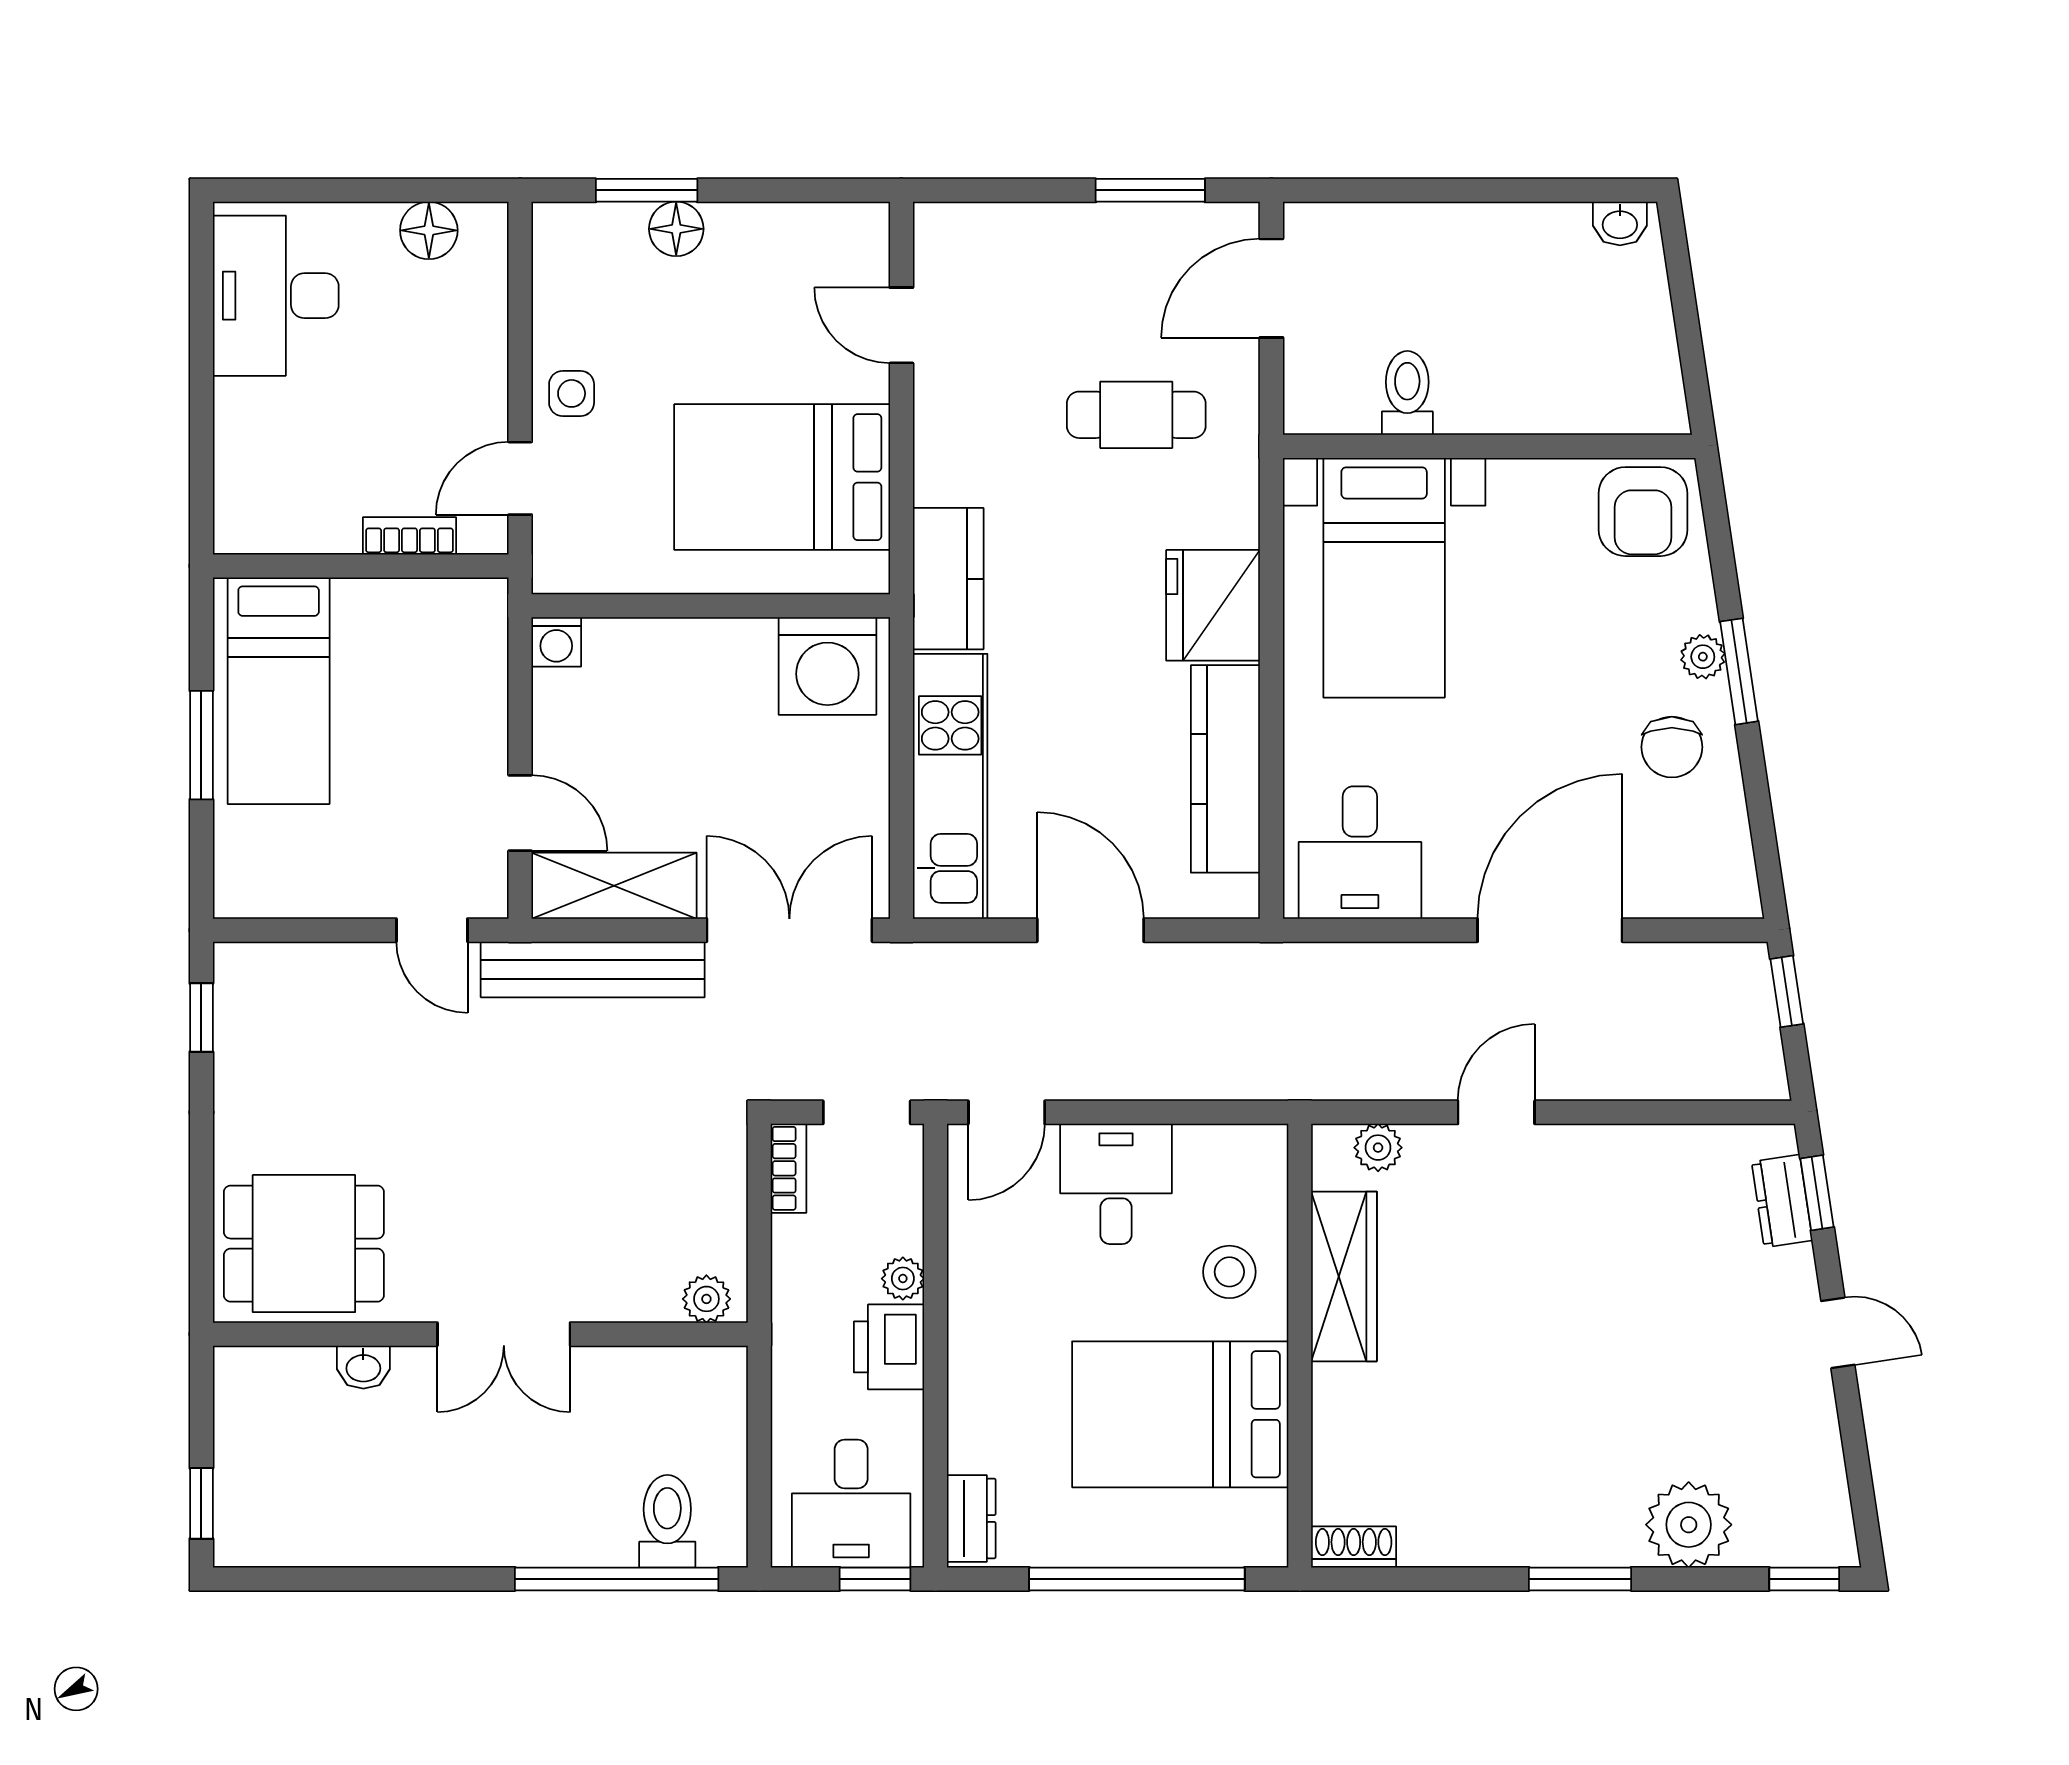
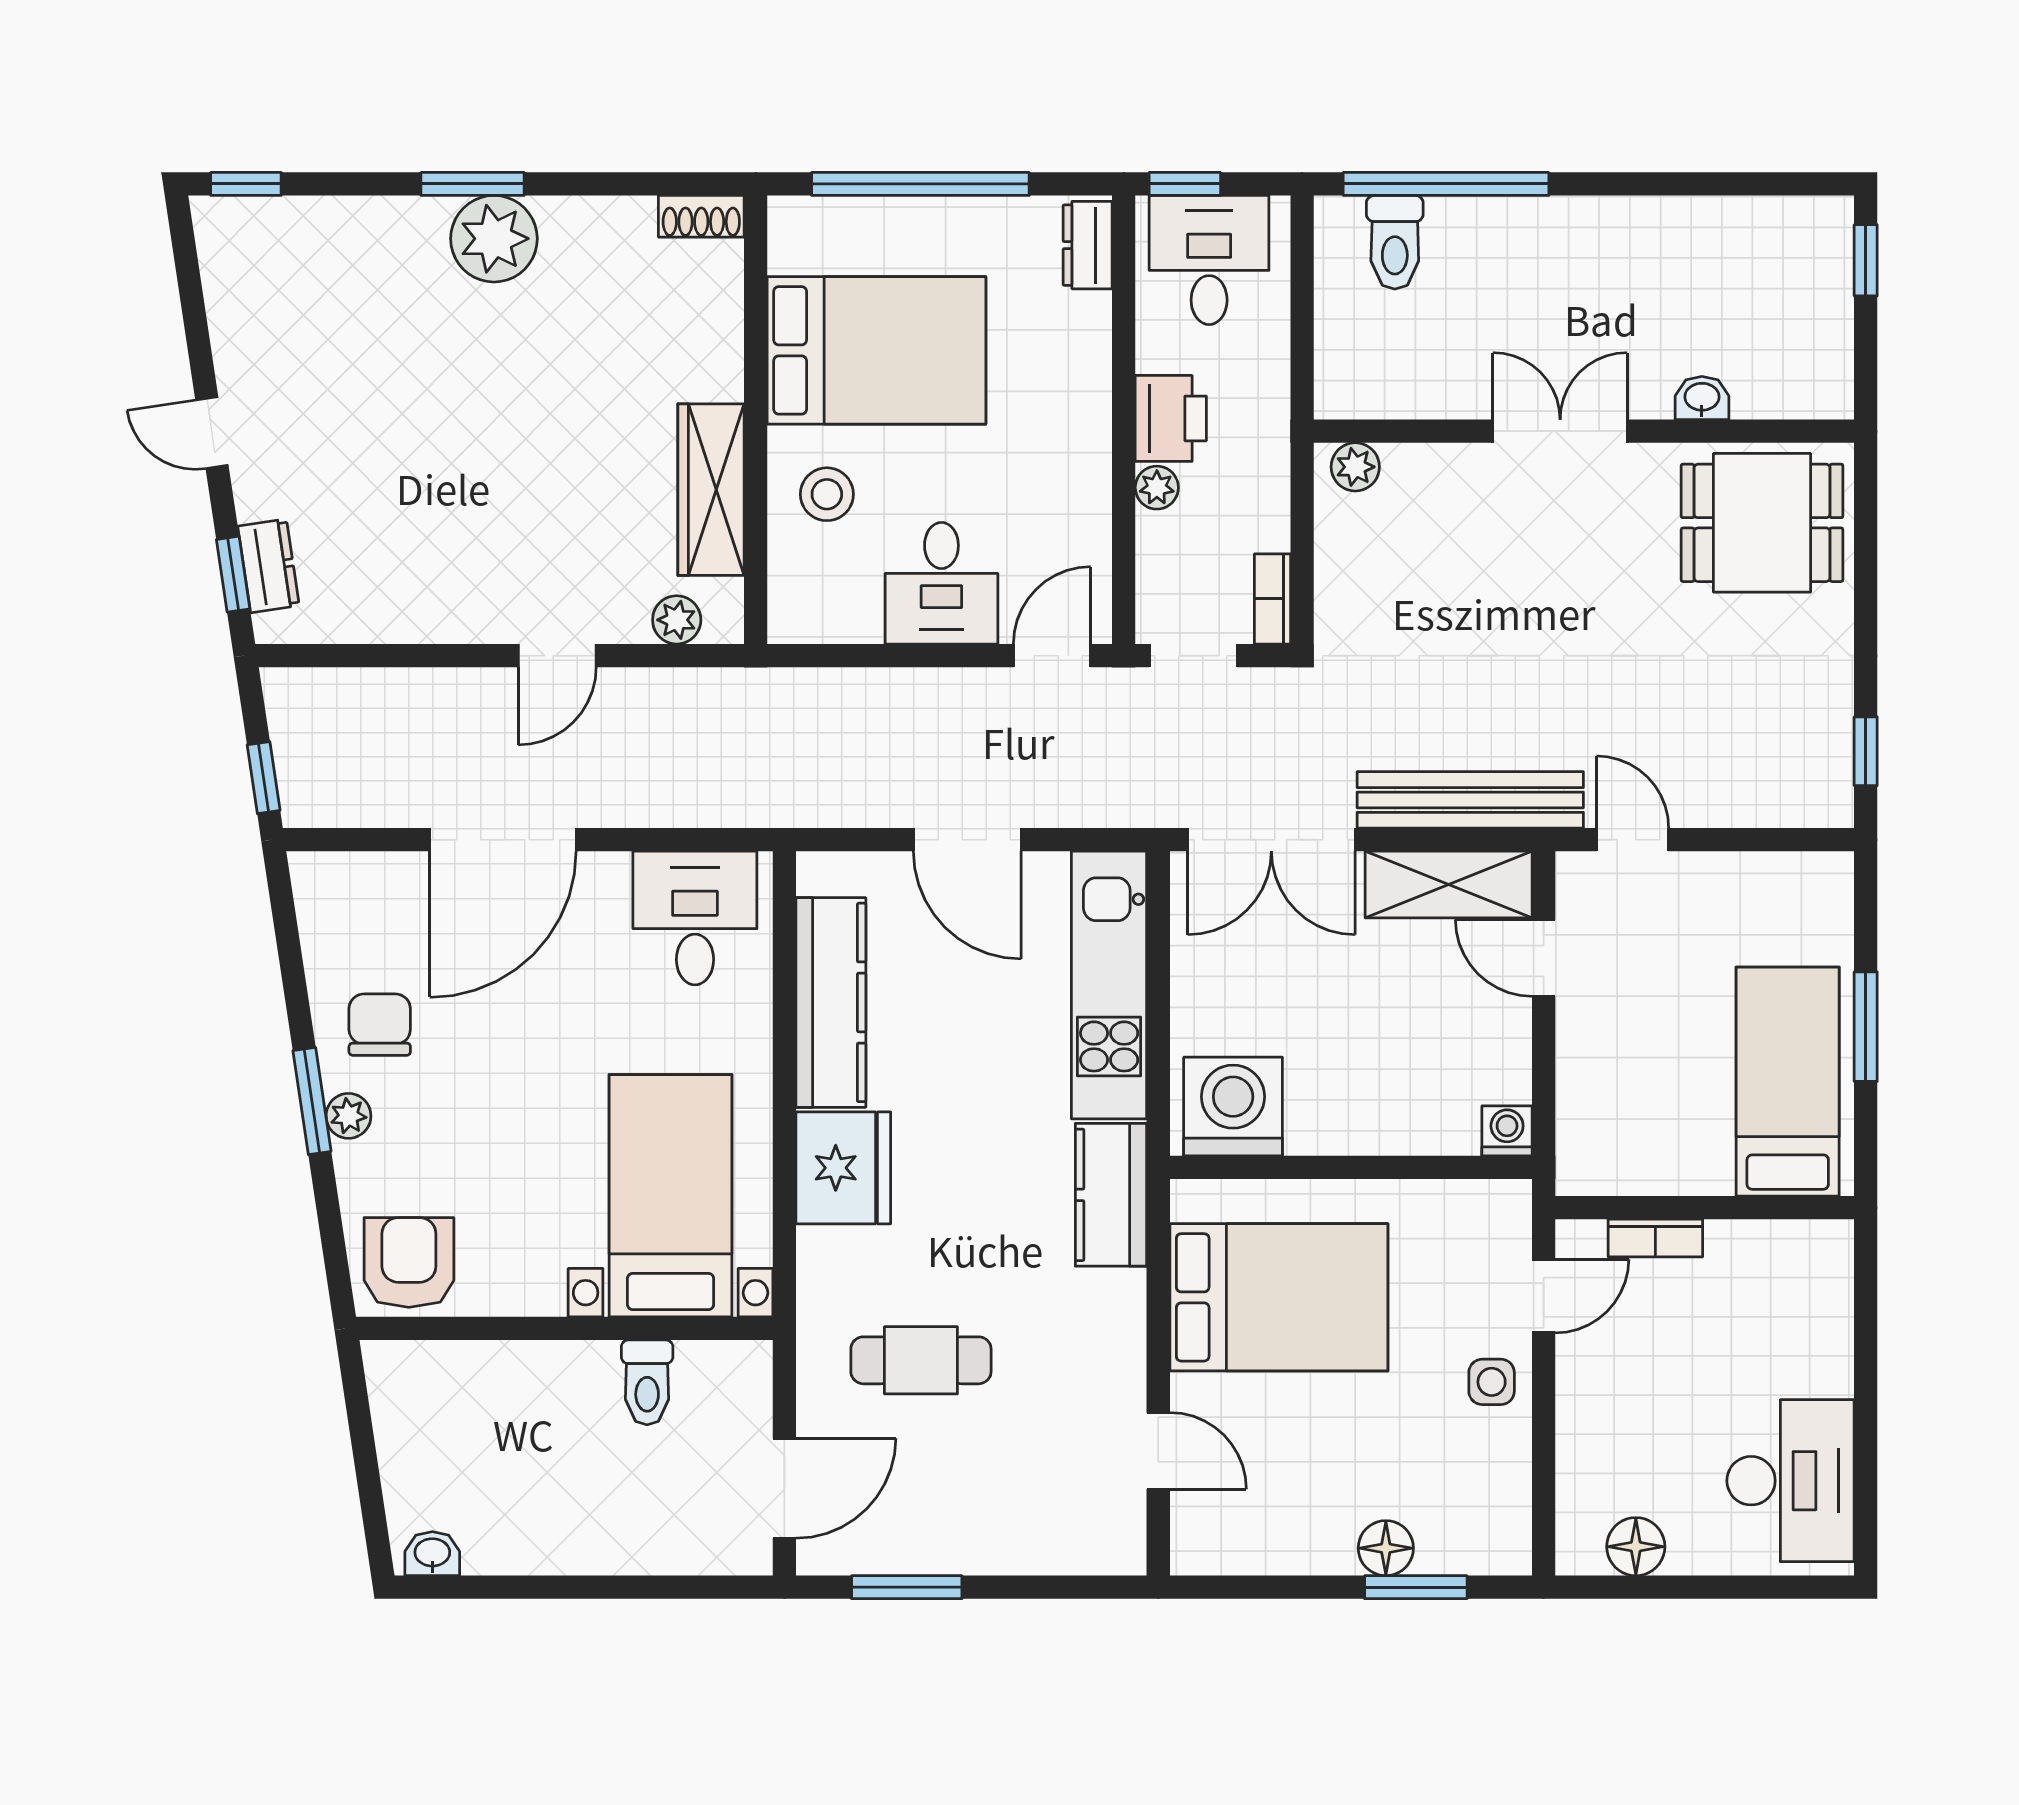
plant: (1689, 1525) -> (494, 239), moved

